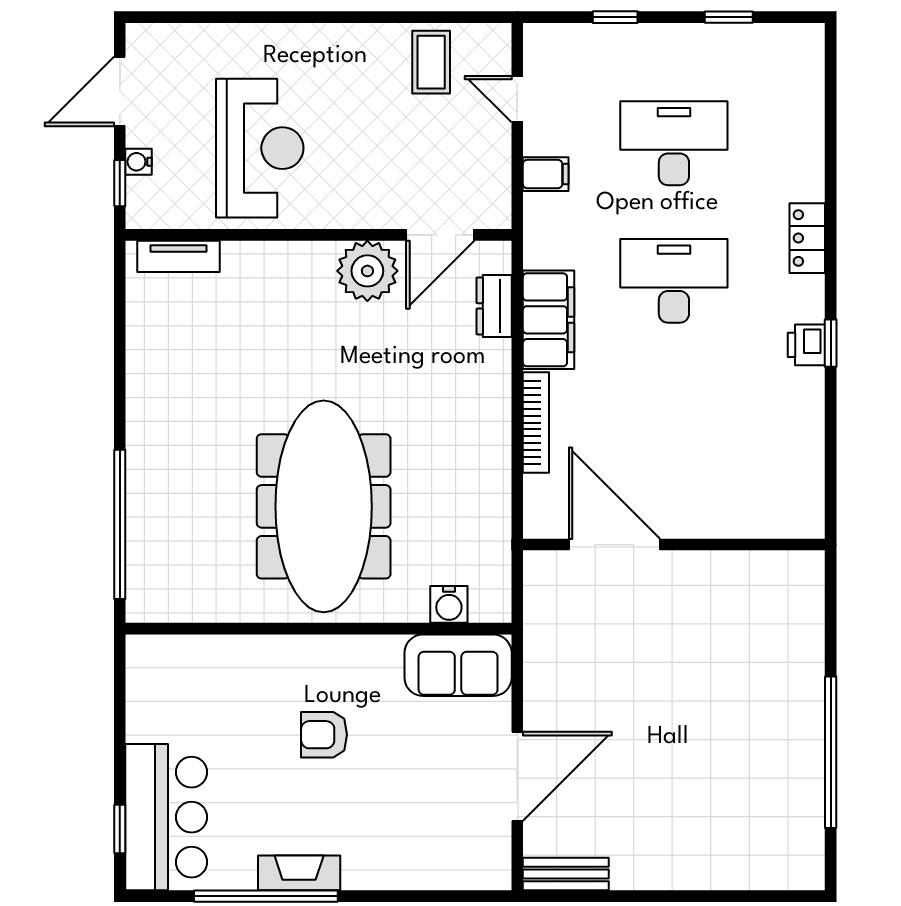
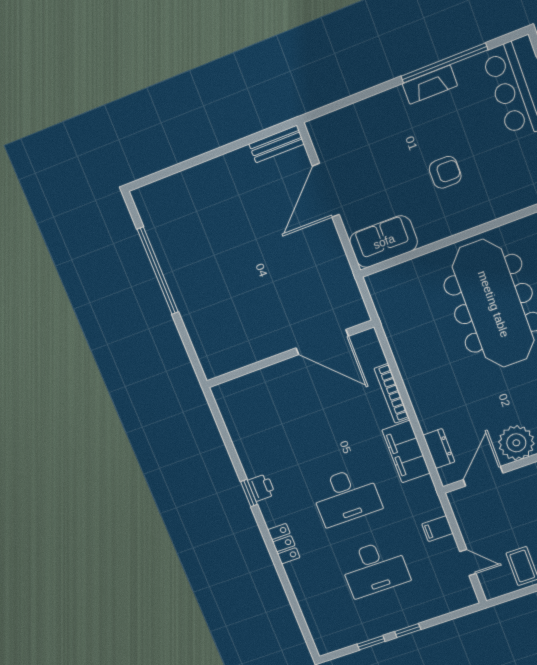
window: (615, 17) -> (408, 631), moved
water cooler: (449, 604) -> (402, 274), removed

